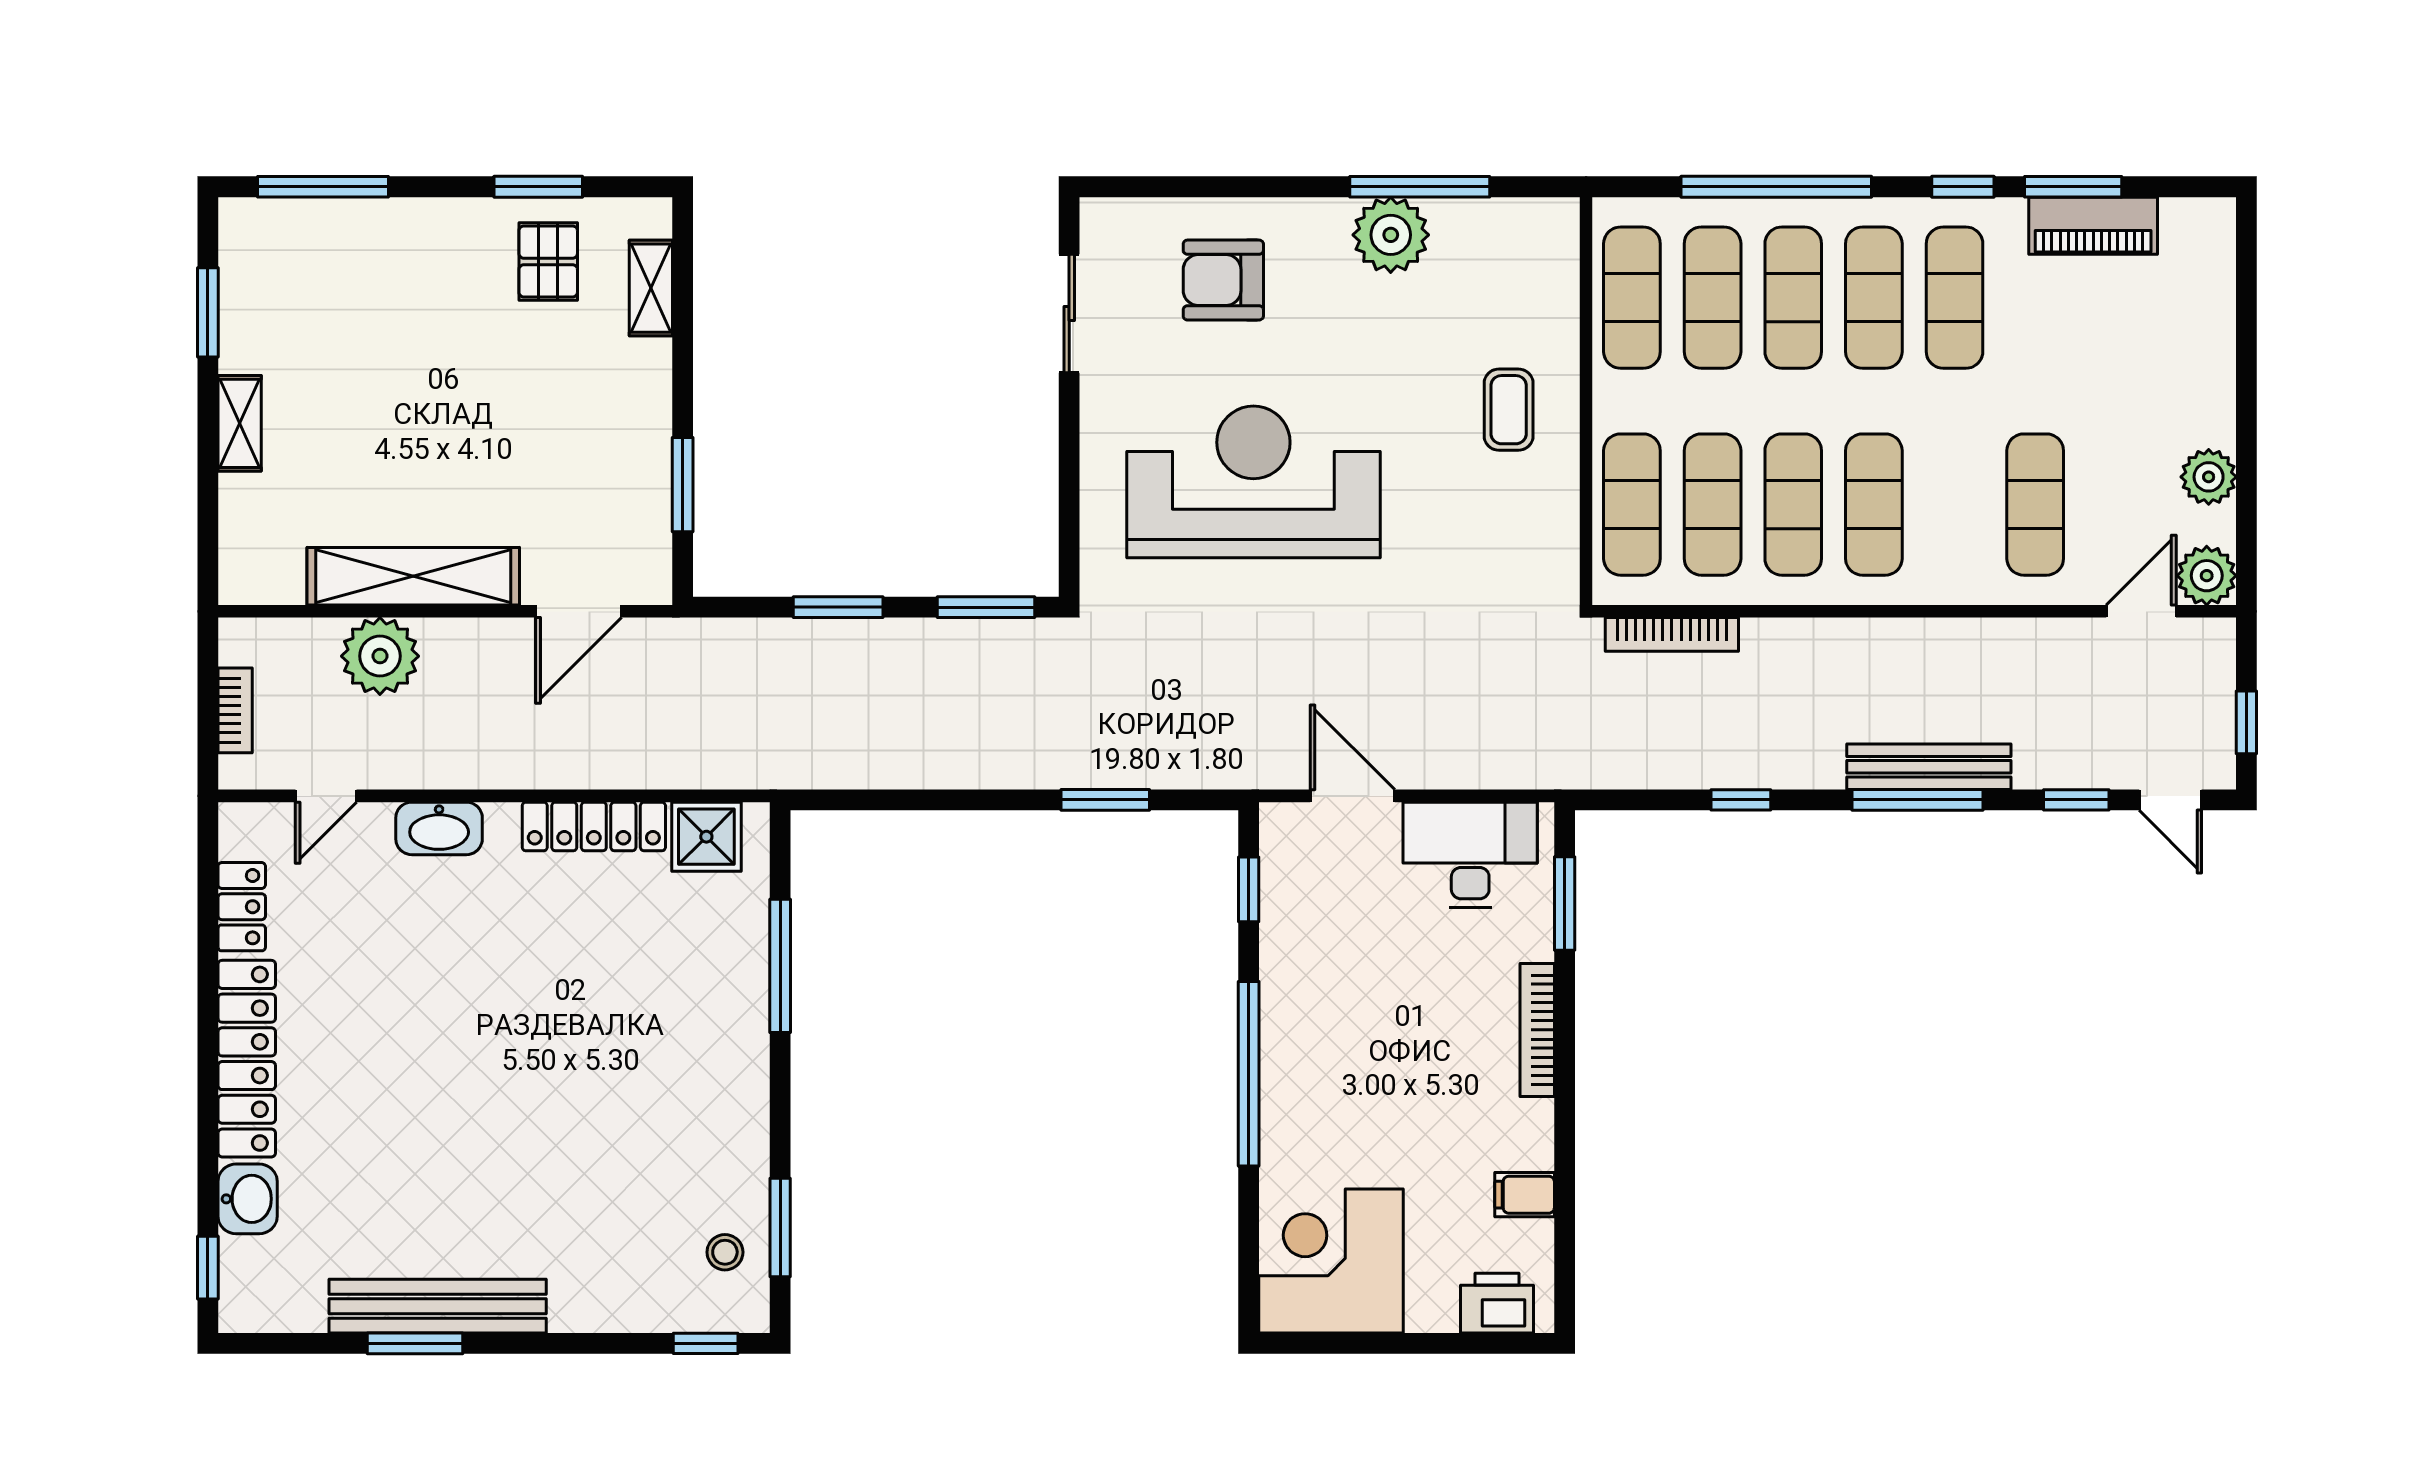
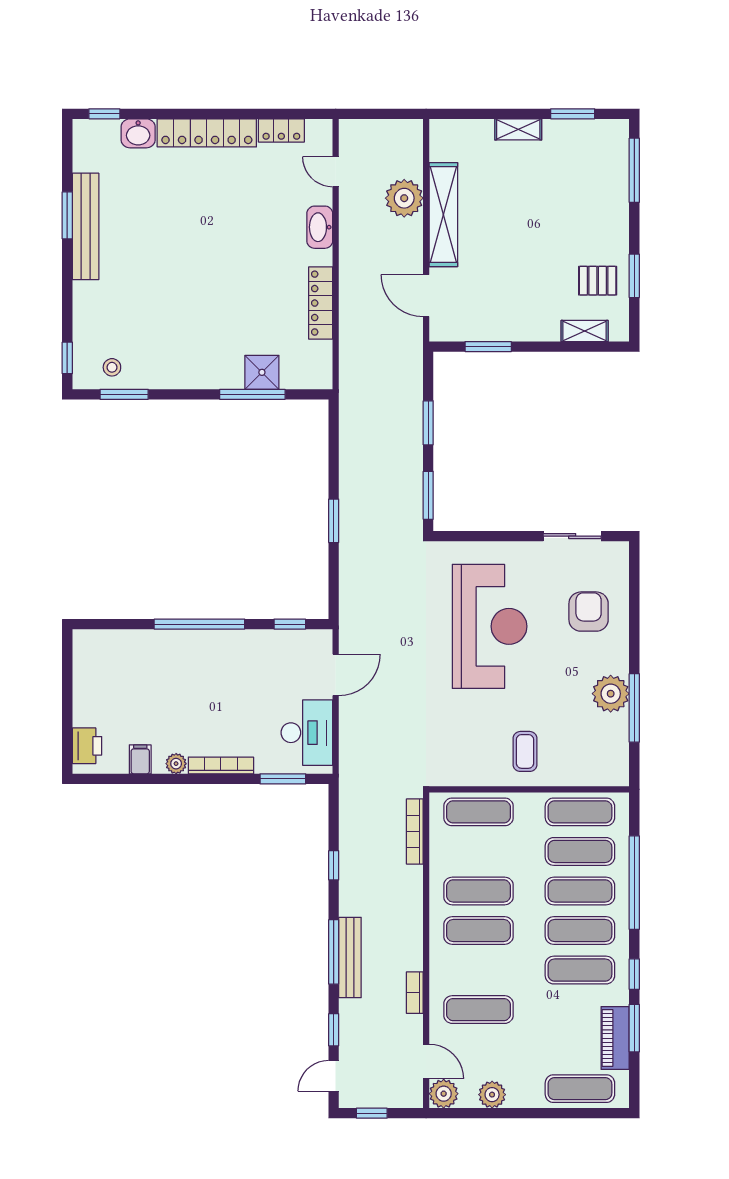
coffee table: (1509, 410) -> (525, 751), turned 90
exercise mat: (1713, 505) -> (580, 1089), moved
bookcase: (235, 710) -> (415, 993), moved, turned 90
window: (1105, 800) -> (334, 521), moved
shower: (706, 837) -> (262, 372), moved
plant: (1533, 1121) -> (176, 764), added
corner desk: (1331, 1261) -> (108, 664), removed

